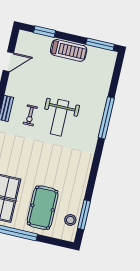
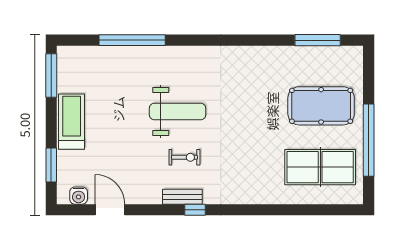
water cooler: (22, 44) -> (79, 196), added
window: (106, 118) -> (132, 40), moved
stool: (70, 220) -> (330, 59), removed

